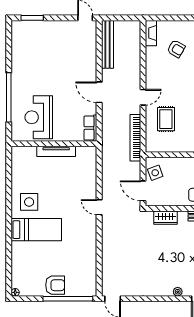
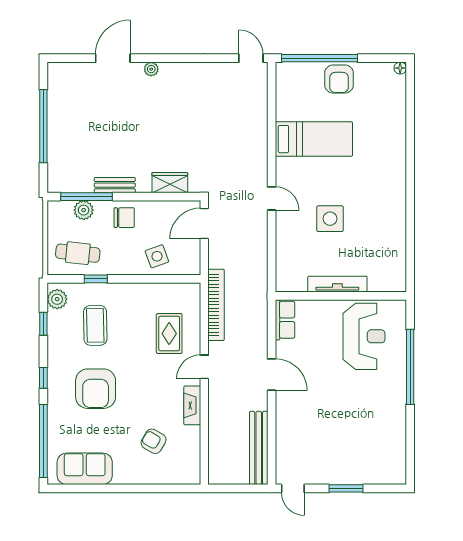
window: (32, 18) -> (346, 488), moved
fireplace: (151, 33) -> (192, 405), moved
side table: (155, 173) -> (157, 256), moved
door: (143, 191) -> (204, 224), swing flipped
side table: (29, 202) -> (330, 219), moved
bed: (36, 230) -> (314, 139), moved, turned 180
armchair: (55, 285) -> (339, 79), turned -90

